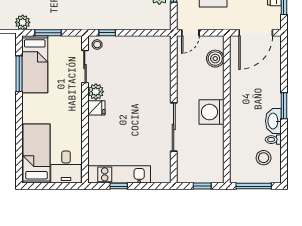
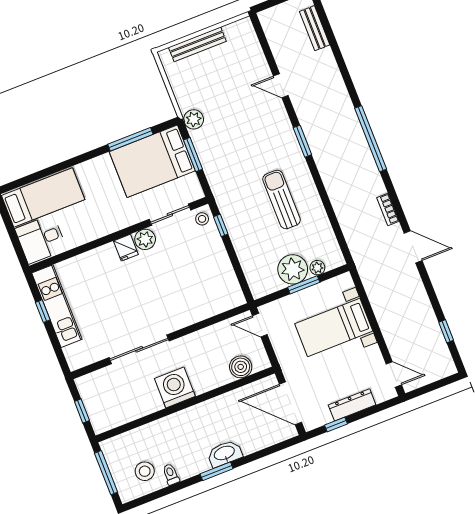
bed: (35, 64) -> (152, 161), width x1.50
washbasin: (273, 121) -> (225, 454), moved

